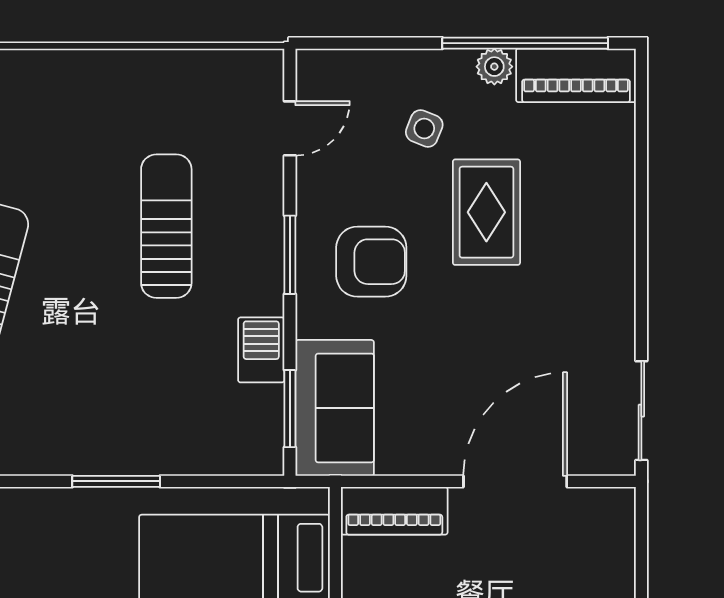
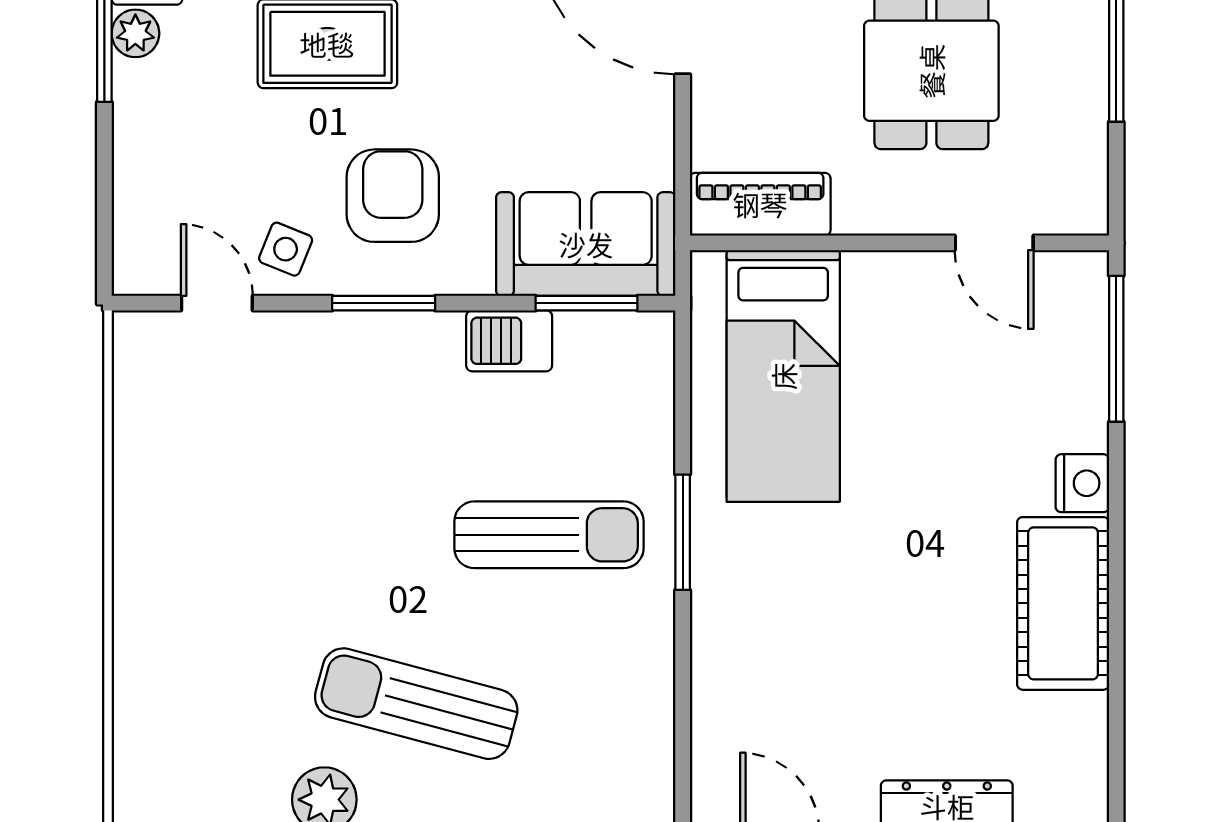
side table: (424, 128) -> (286, 249), moved
sun lounger: (166, 226) -> (549, 535), moved, turned 180
piano: (394, 511) -> (760, 204), moved, turned -90

